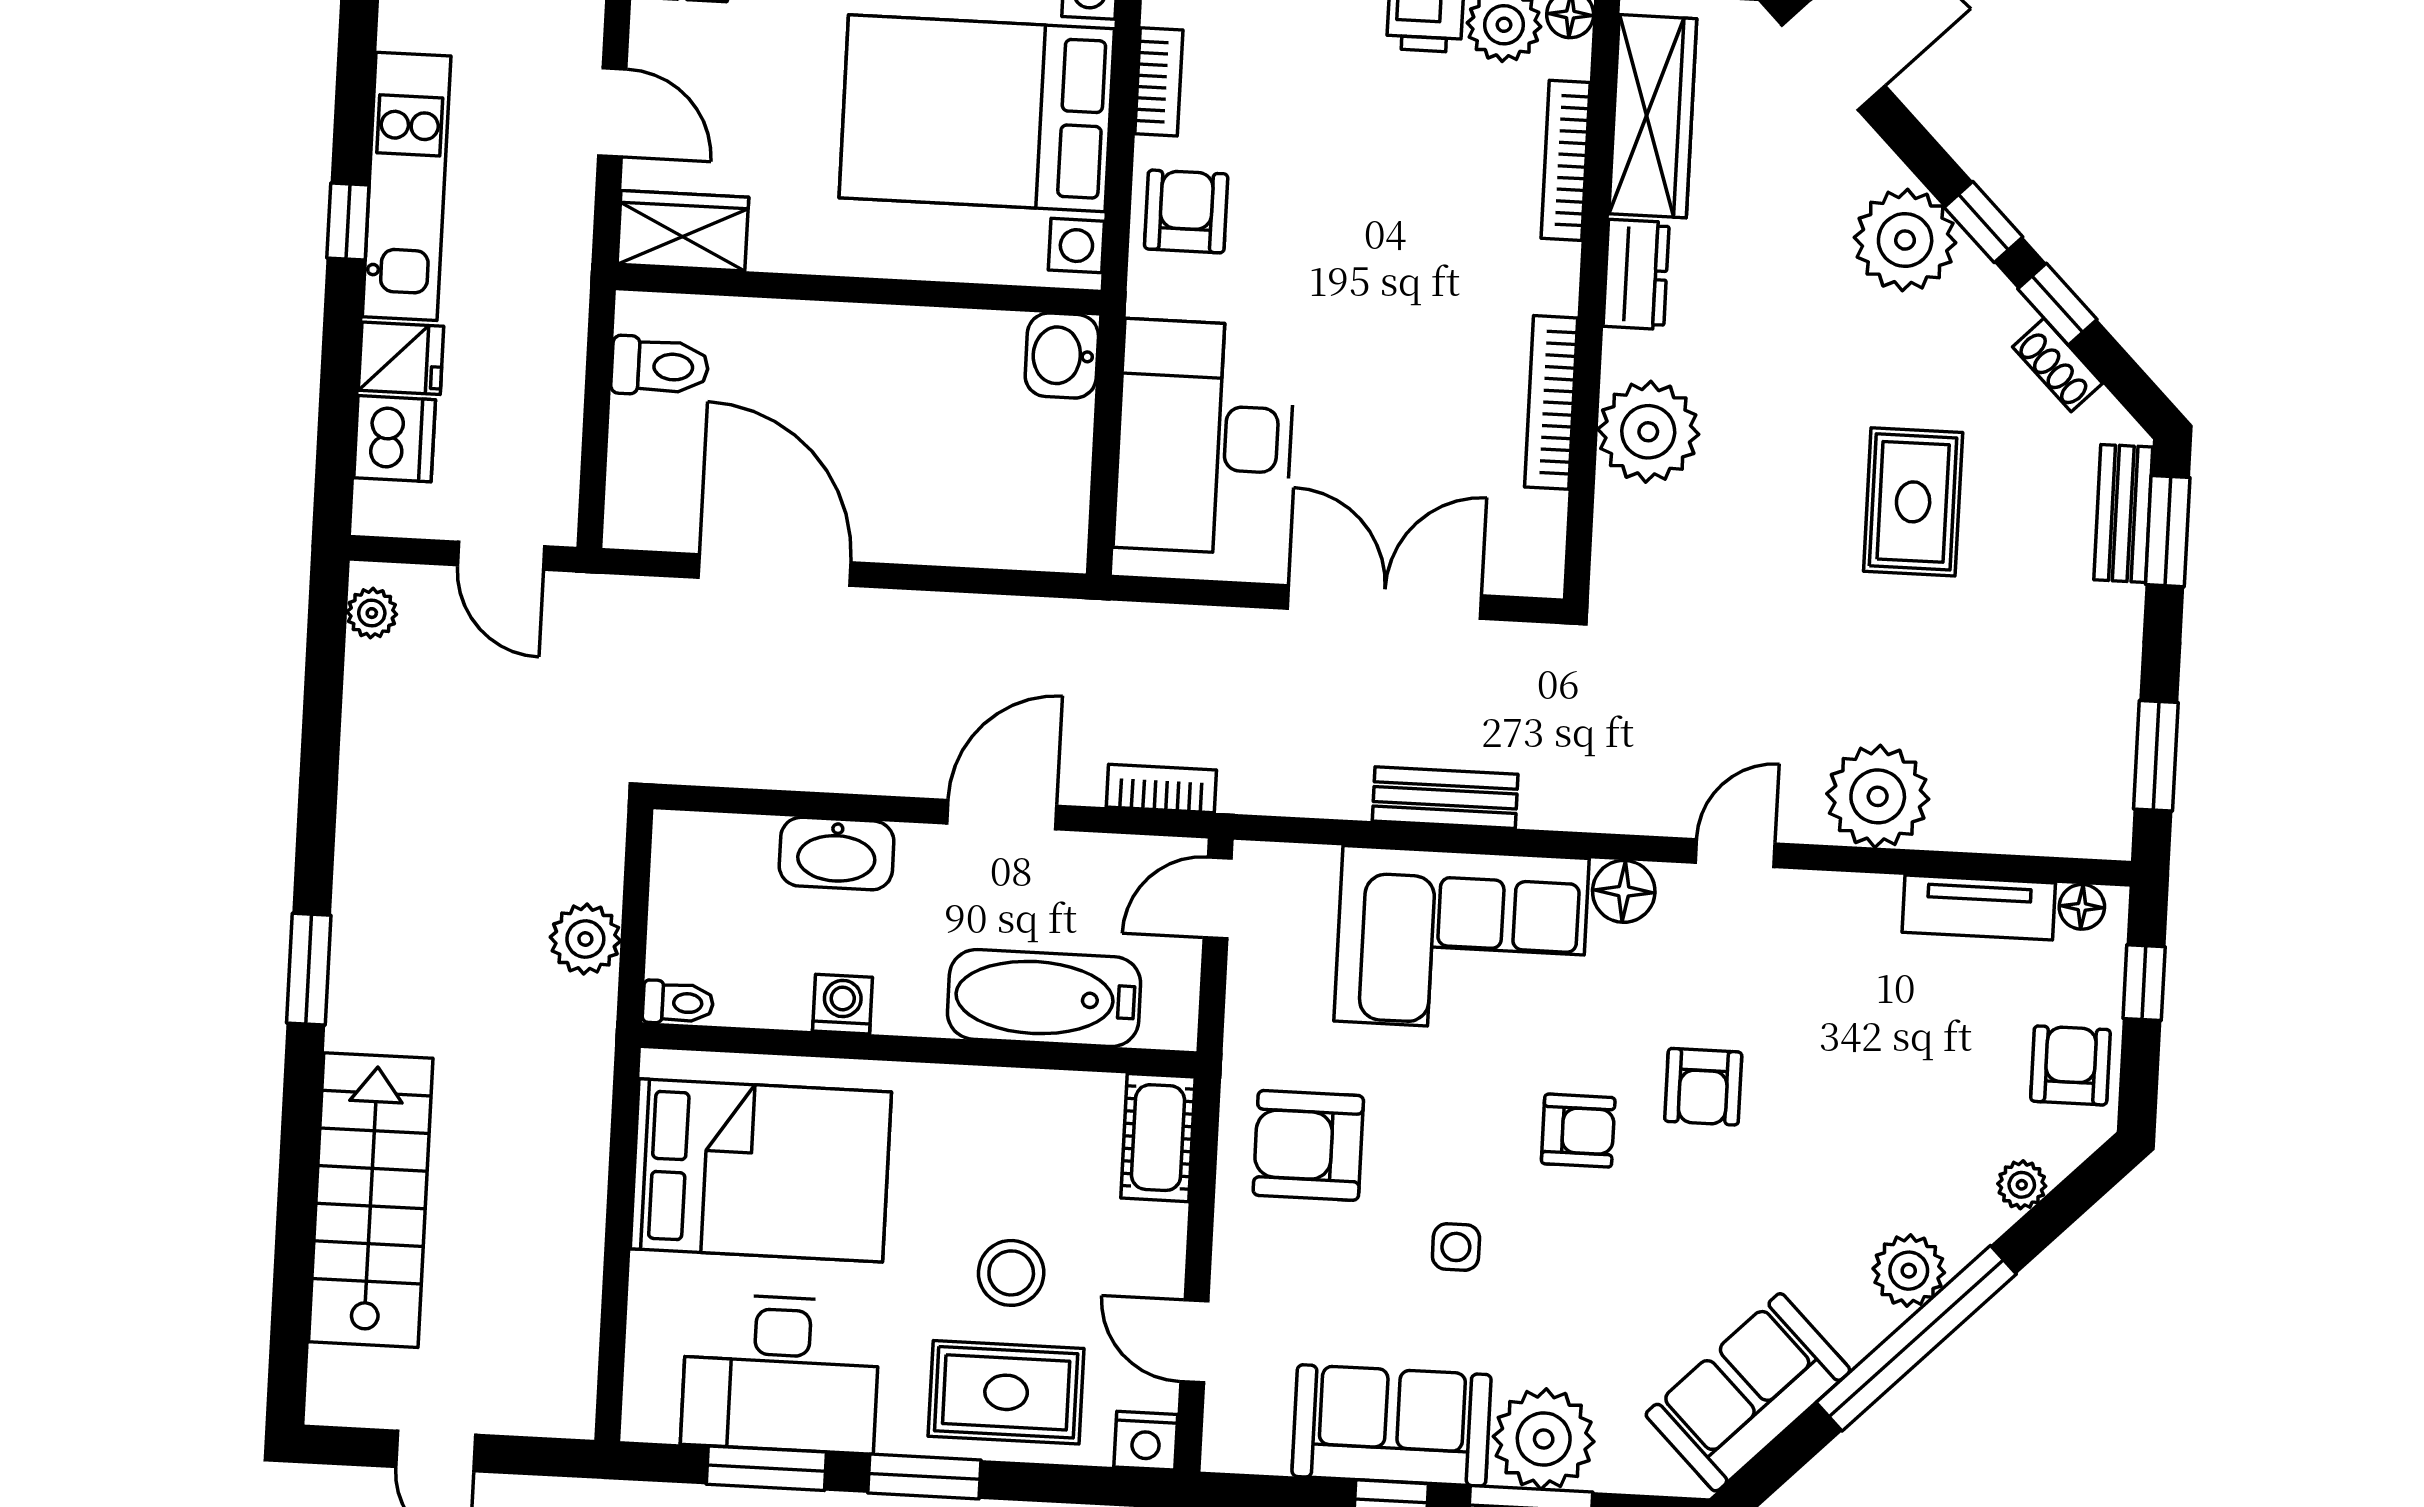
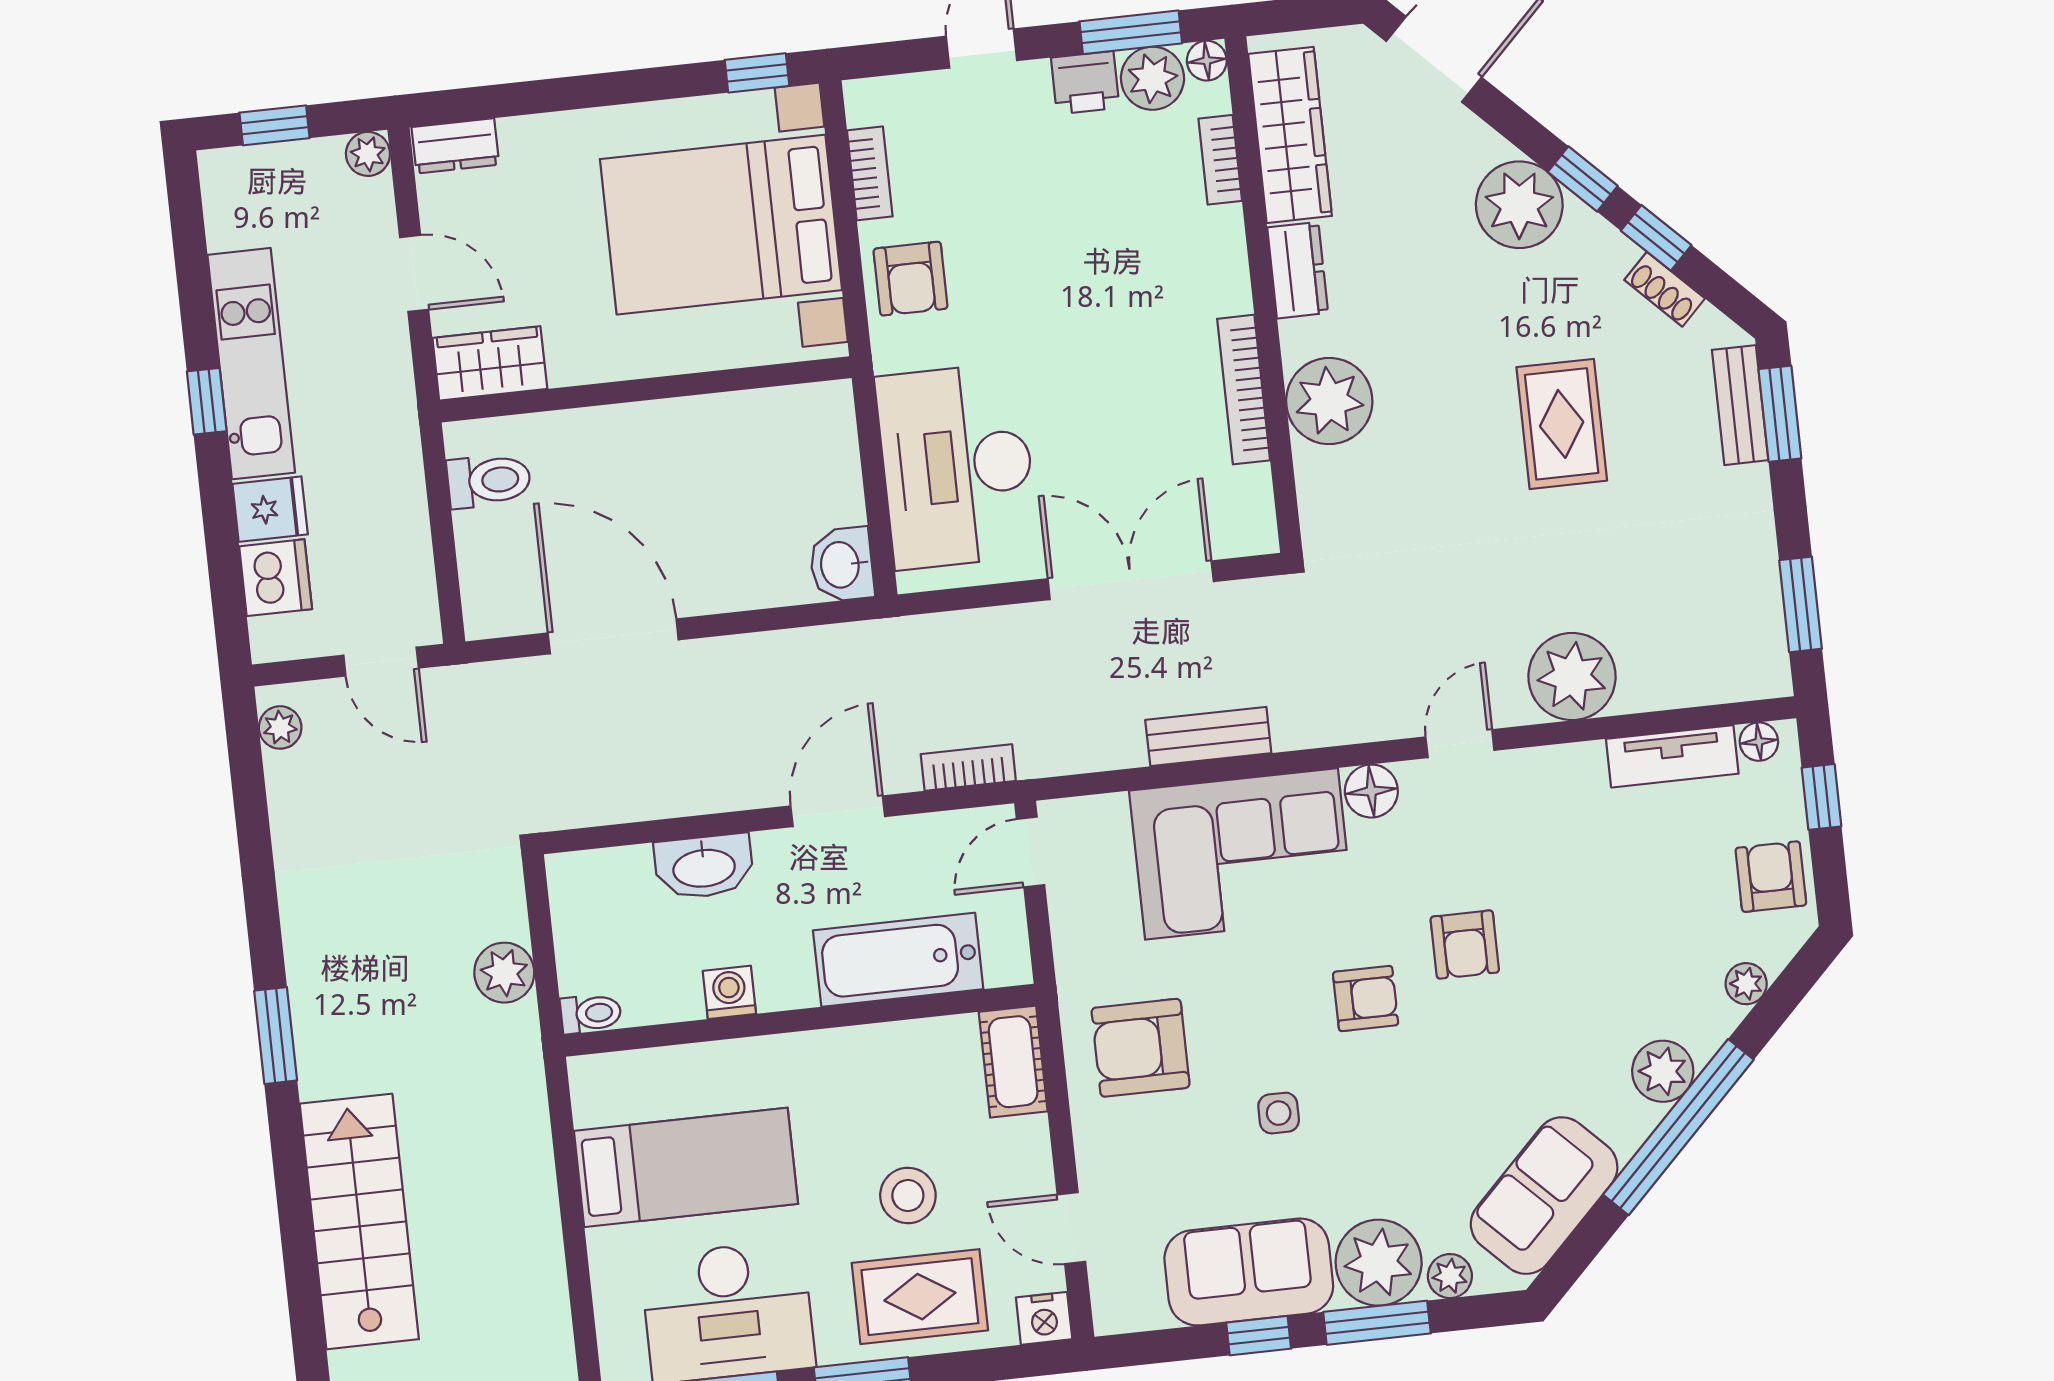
bookcase: (1566, 160) -> (1220, 160), width x0.64
armchair: (1186, 211) -> (911, 279), turned 180
washbasin: (1062, 356) -> (842, 565), moved
bed: (761, 1170) -> (686, 1167), width x0.67
plant: (1624, 1468) -> (1450, 1276), added

